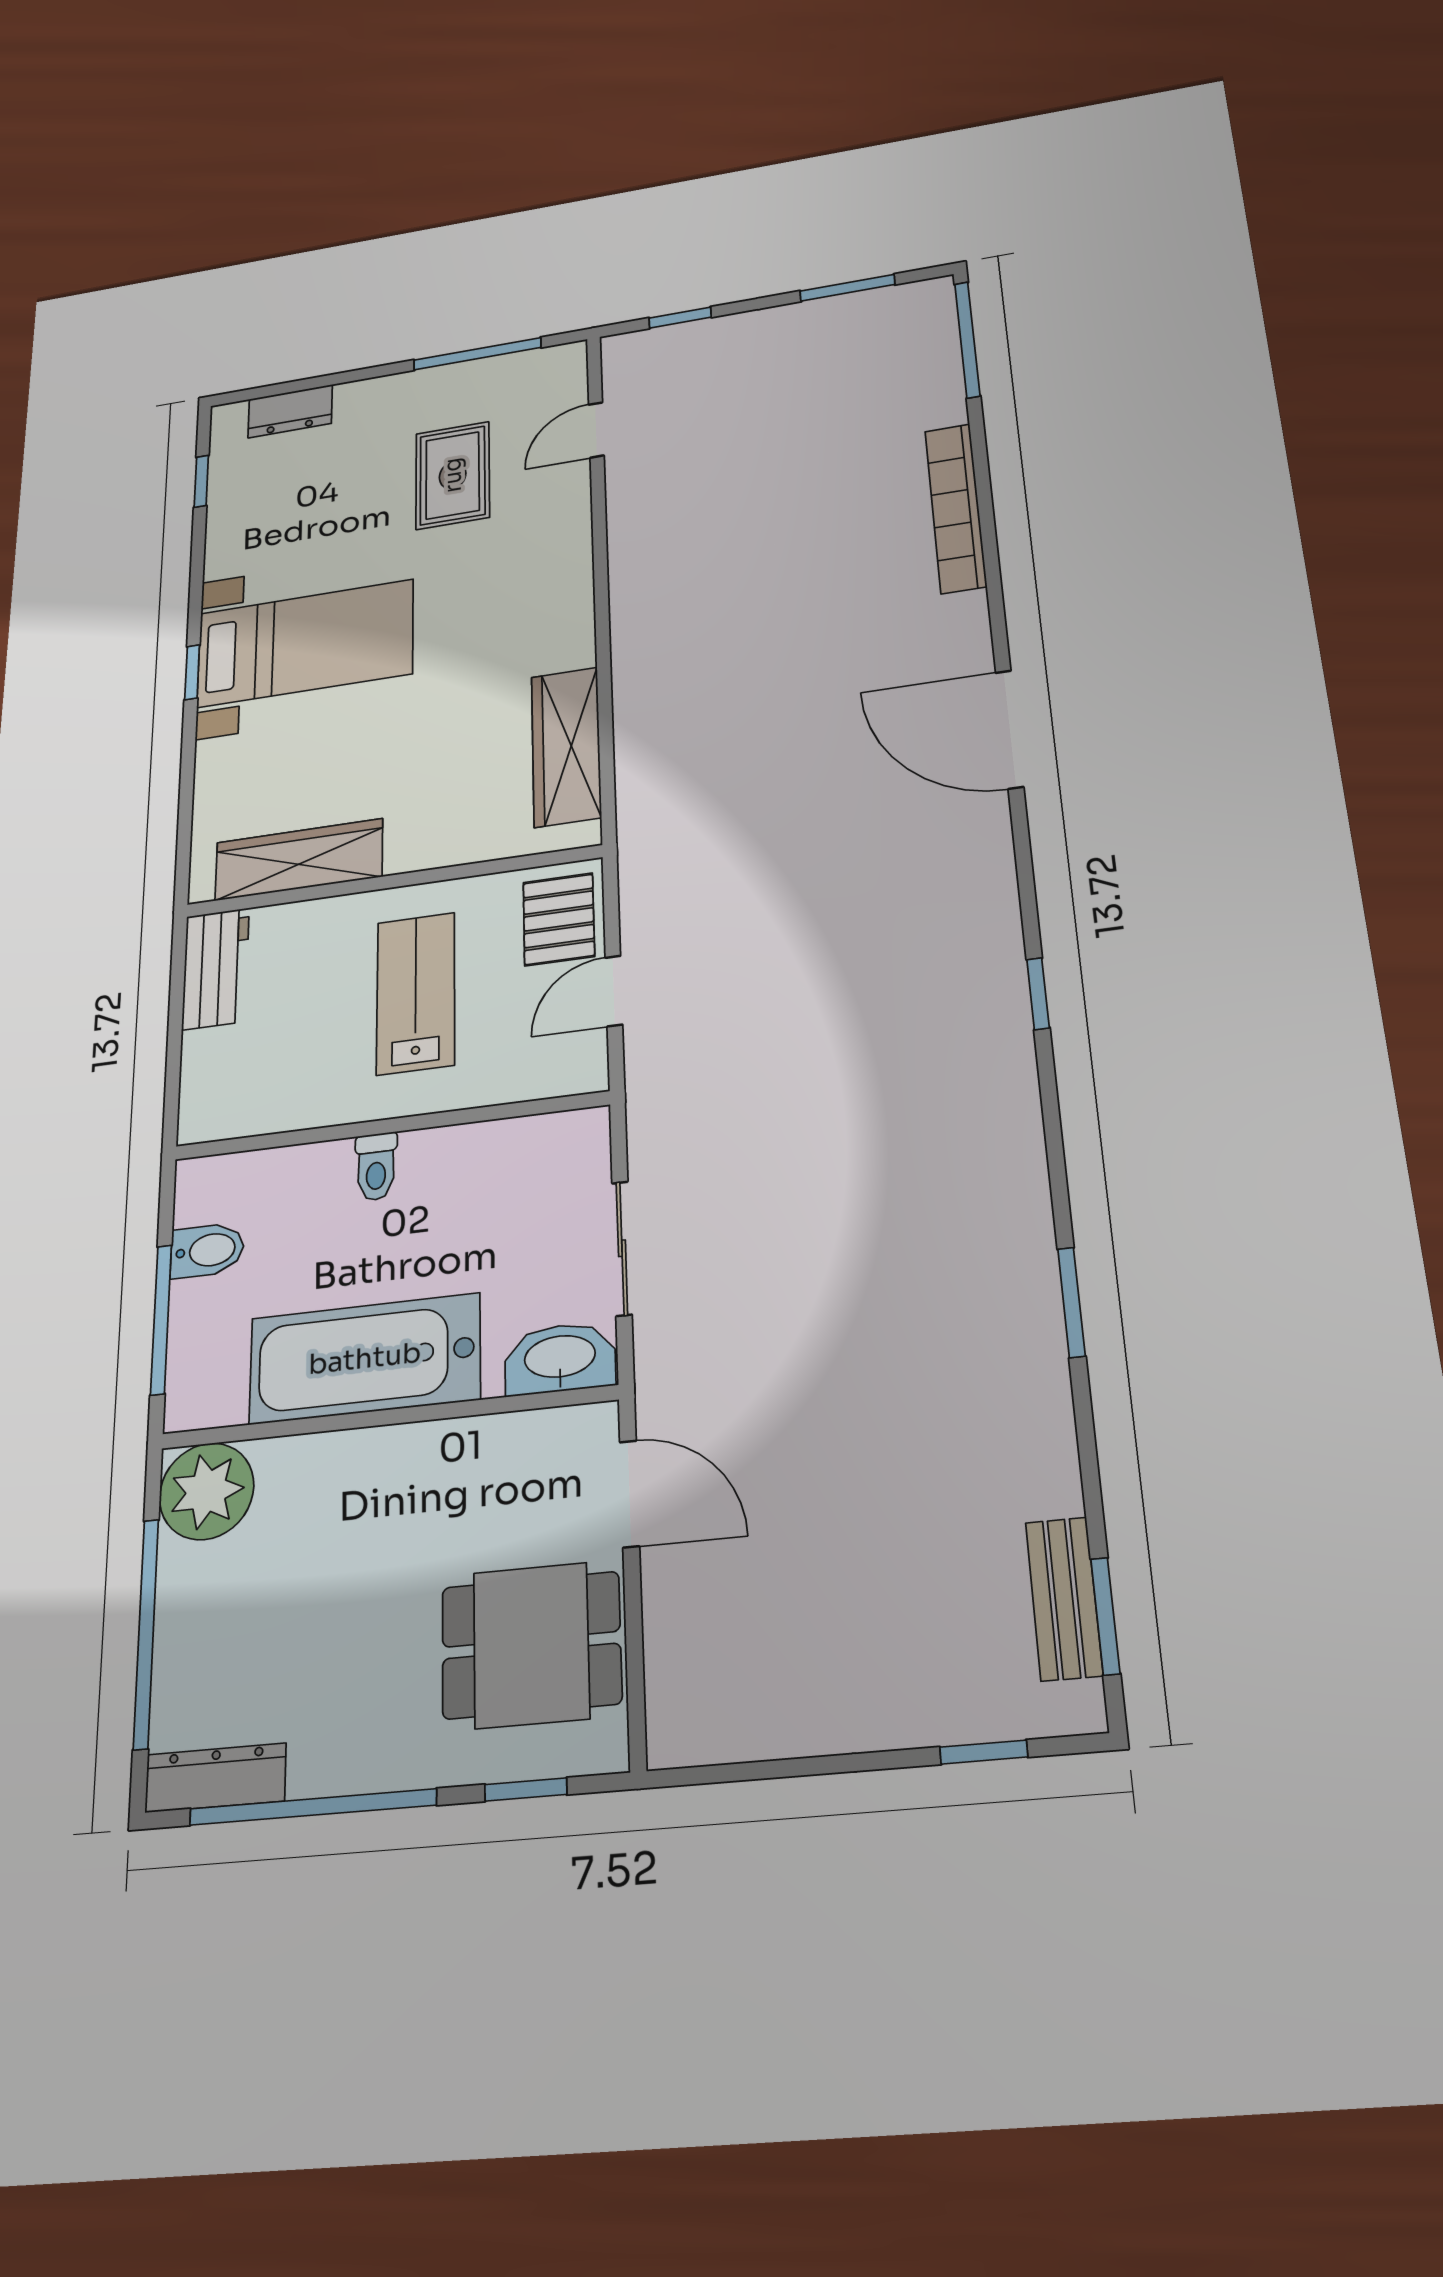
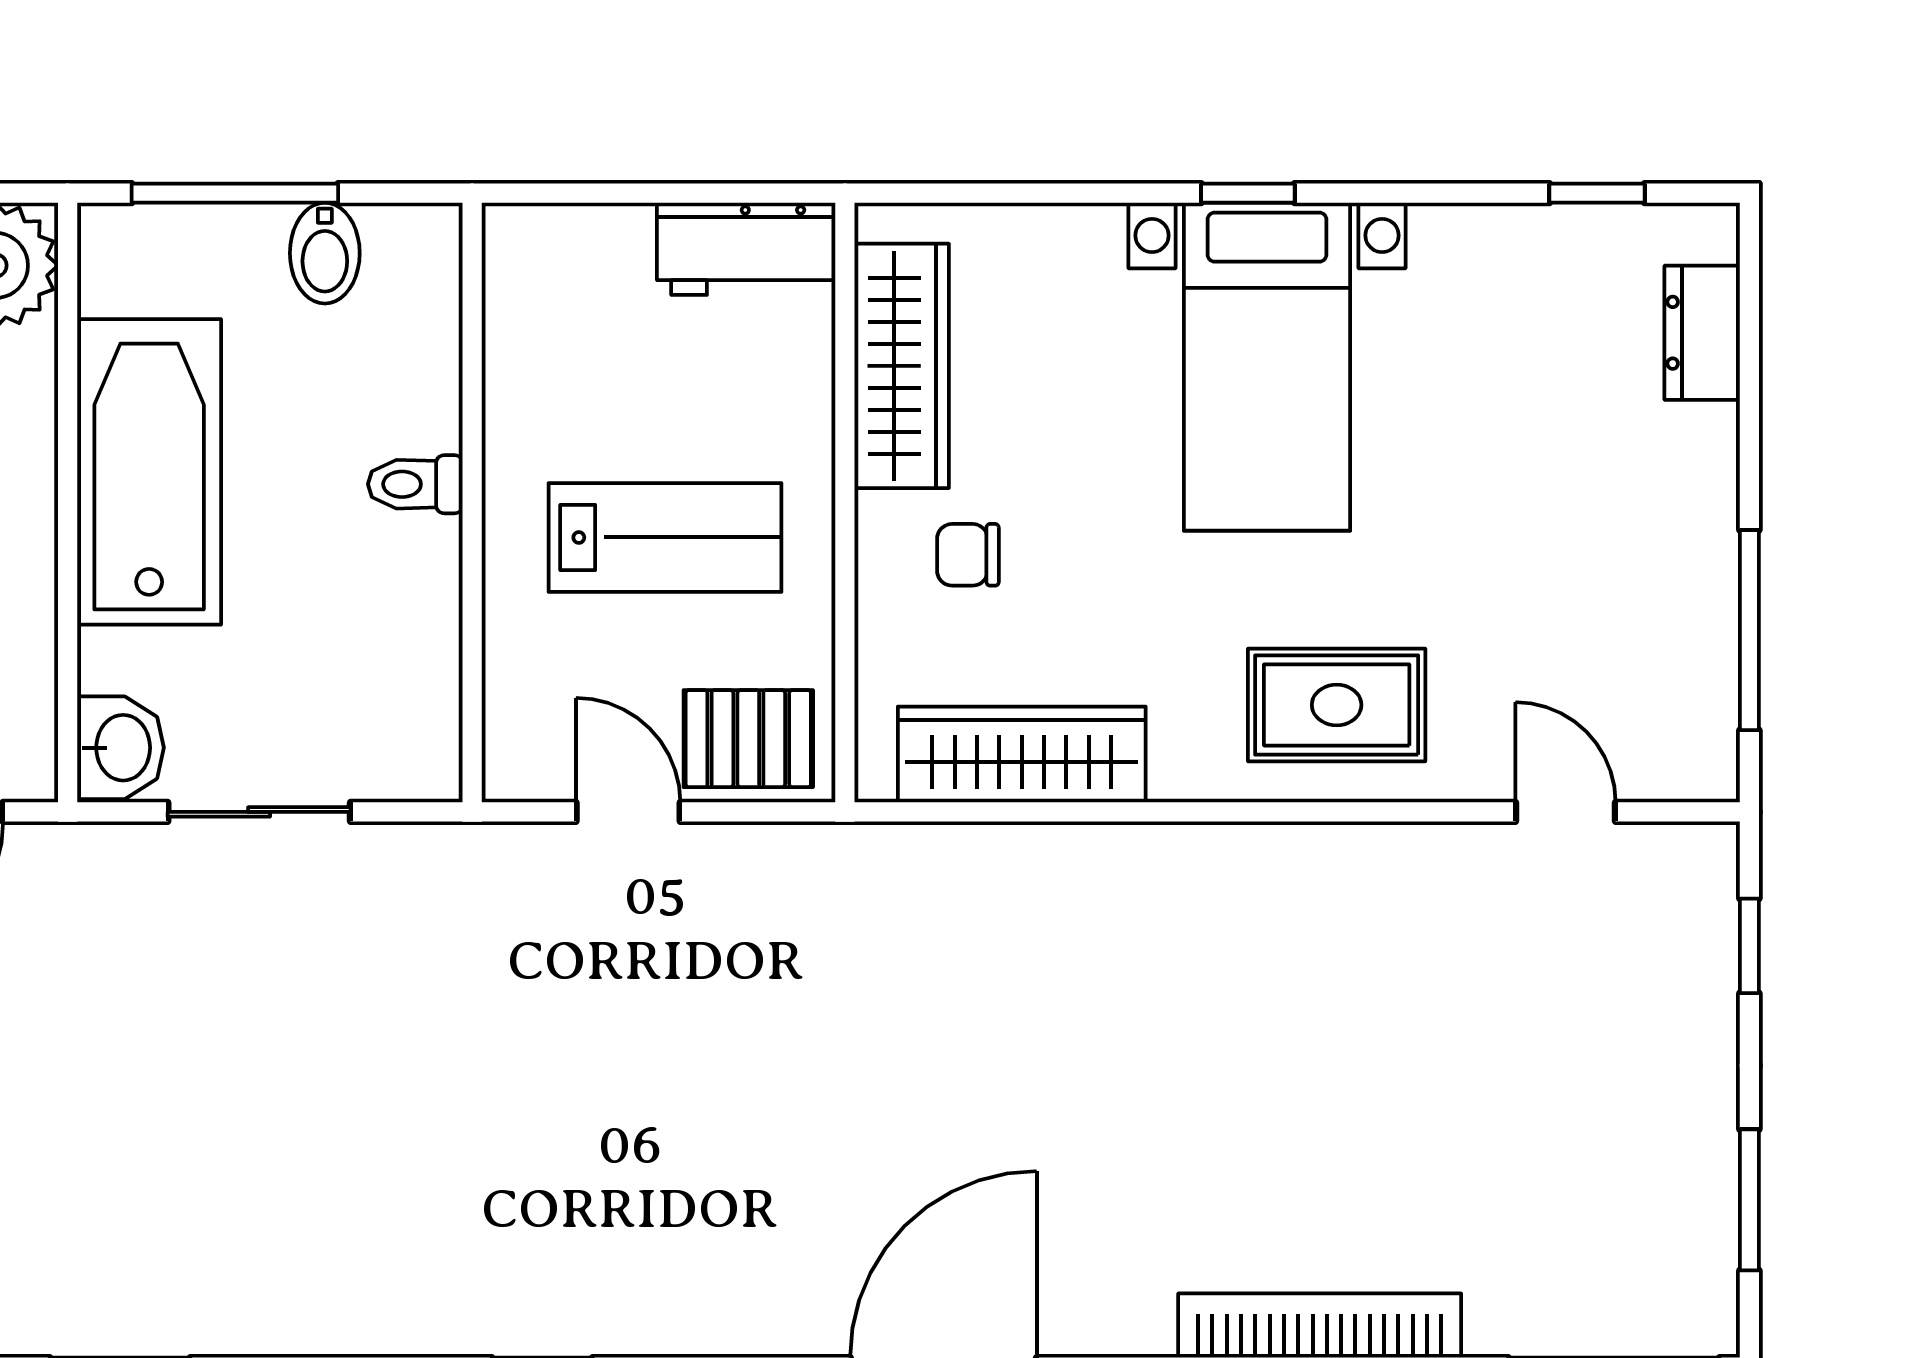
rug: (453, 475) -> (1337, 705), moved
chair: (428, 800) -> (968, 555), added
washbasin: (560, 1358) -> (121, 748), width x0.72

